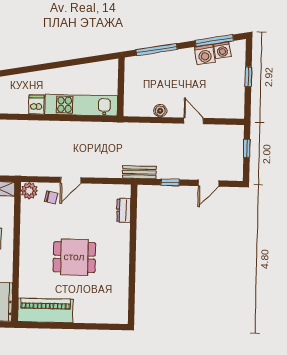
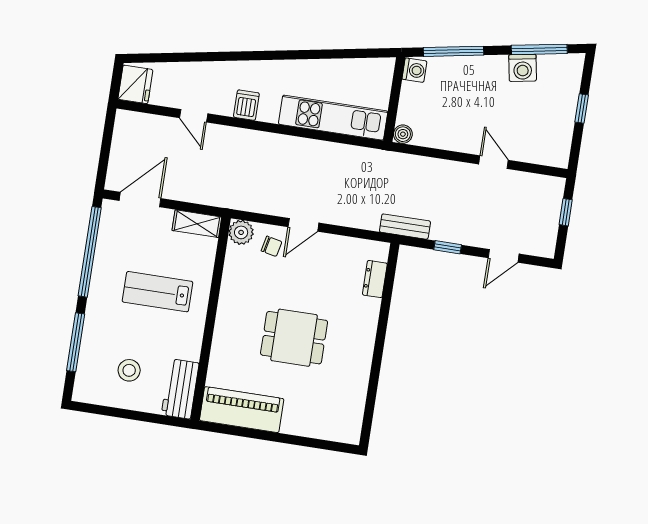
washing machine: (222, 50) -> (414, 70), moved, turned -80
dishwasher: (36, 105) -> (246, 105), moved
boiler: (160, 111) -> (403, 134), moved

